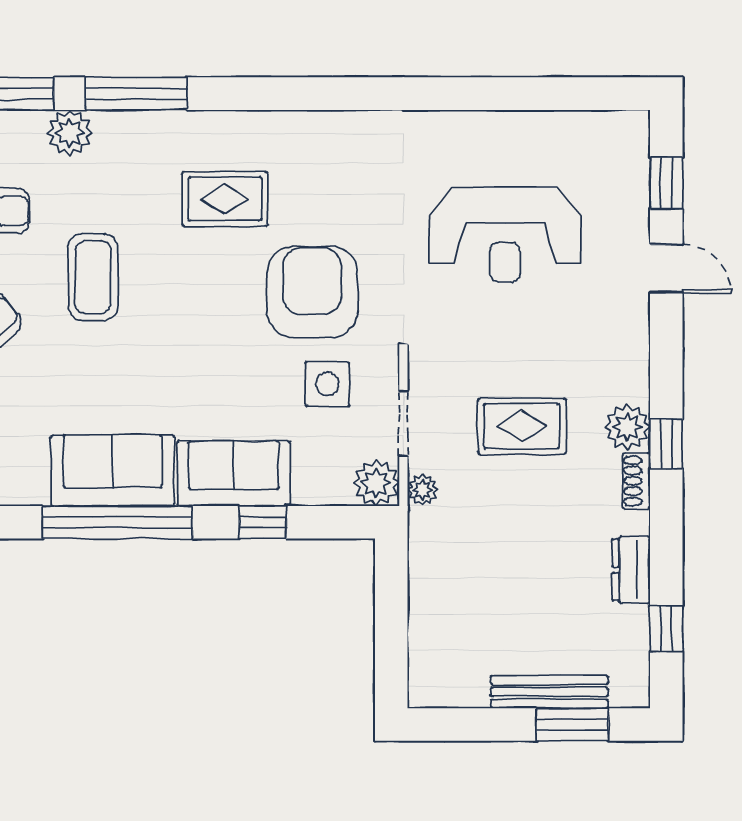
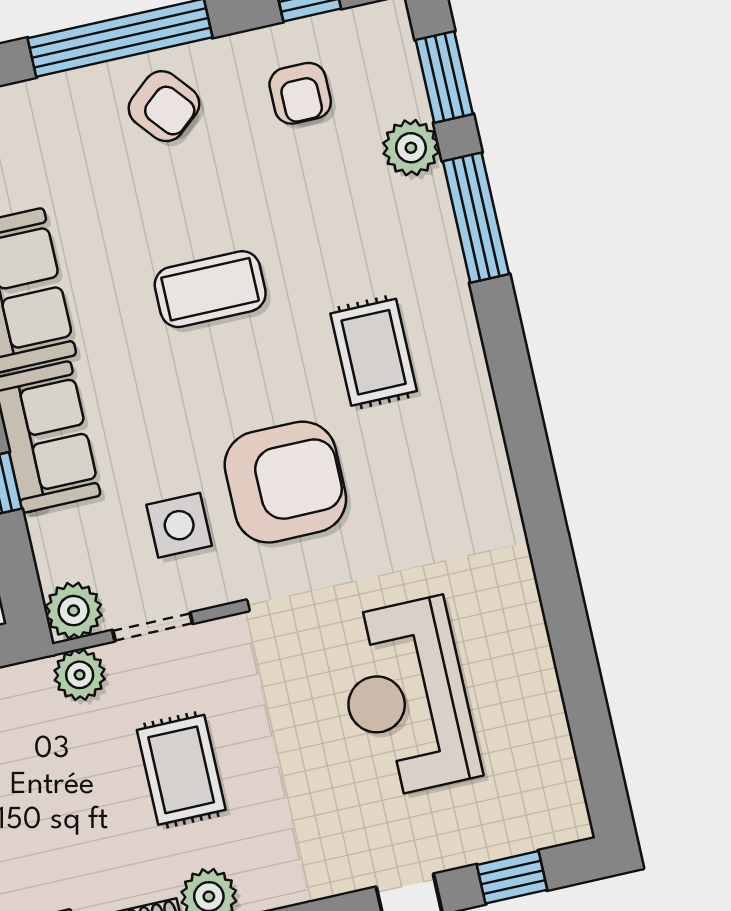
coffee table: (93, 277) -> (210, 289), moved
plant: (423, 490) -> (80, 675), width x1.38, depth x1.38

